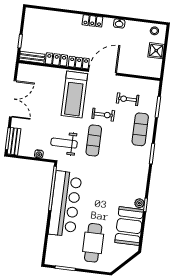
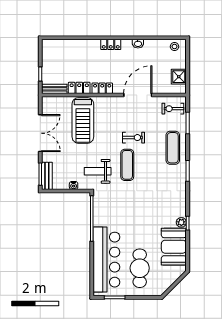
shower: (156, 51) -> (179, 77), moved
door: (102, 72) -> (138, 95), moved
treadmill: (74, 95) -> (83, 120), moved
exercise bike: (128, 99) -> (173, 109), moved
bar counter: (65, 204) -> (106, 260), moved

